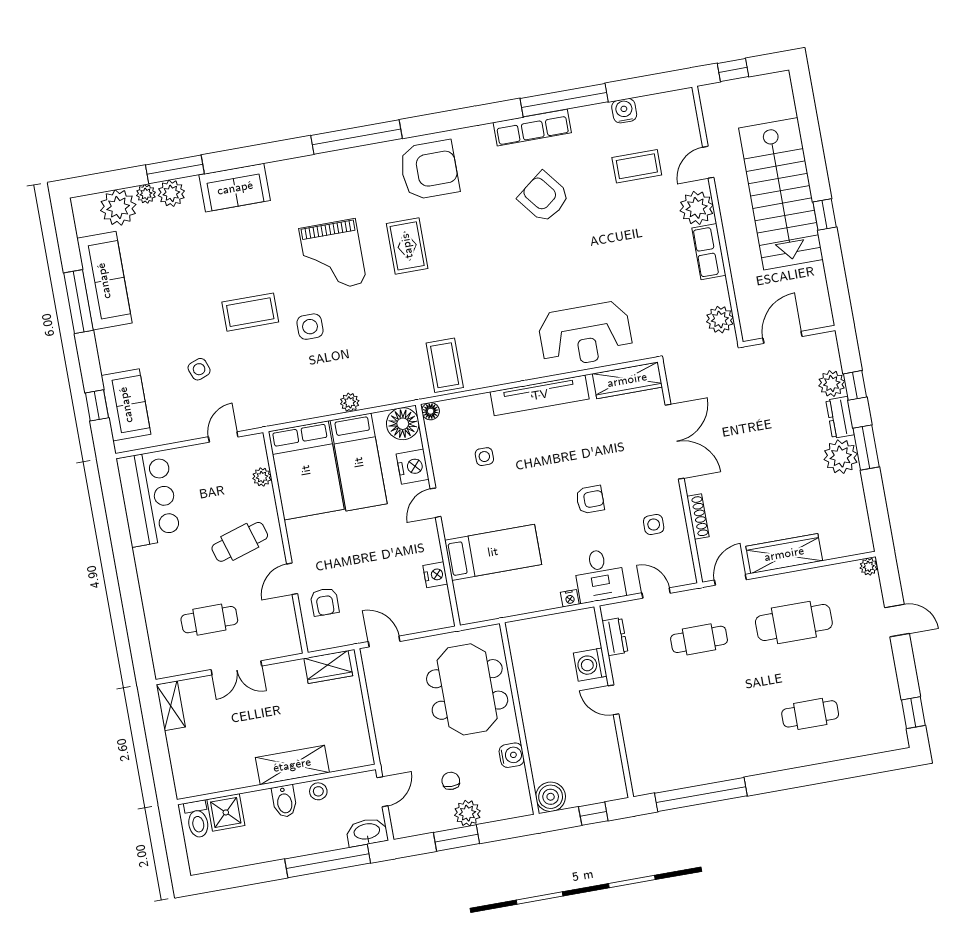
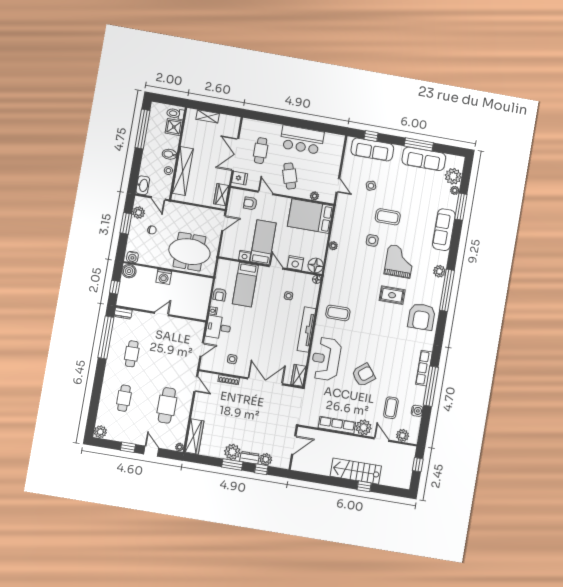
sofa: (235, 188) -> (444, 230), width x1.36
plant: (171, 193) -> (439, 271), moved
stairs: (781, 194) -> (356, 471), width x0.73, depth x0.66
armchair: (544, 197) -> (363, 375), moved
window: (825, 215) -> (364, 486), moved
row of seats: (709, 252) -> (337, 425), width x1.48
grand piano: (333, 256) -> (399, 261), turned 90
coffee table: (250, 312) -> (388, 217), turned 90
plant: (720, 320) -> (403, 435), moved
door: (783, 337) -> (294, 445), hinge flipped
coffee table: (445, 365) -> (338, 313), moved
wardrobe: (627, 380) -> (298, 375), width x0.67
sofa: (126, 405) -> (372, 149), width x1.36
double door: (675, 442) -> (265, 381), swing flipped
bed: (359, 462) -> (263, 242), moved, turned 90
bar counter: (149, 499) -> (302, 140), moved
armchair: (590, 500) -> (220, 295), moved
wardrobe: (784, 554) -> (194, 437), moved
door: (897, 620) -> (151, 451), swing flipped
dresser: (615, 637) -> (123, 313), moved
cafe table: (699, 639) -> (132, 354), moved
fridge: (281, 642) -> (240, 178), added
washing machine: (590, 665) -> (164, 277), moved, turned 180
double door: (236, 668) -> (235, 155), width x1.37
shelving: (171, 706) -> (208, 116), moved
window: (913, 713) -> (128, 447), moved
plant: (894, 737) -> (100, 432), added
water cooler: (512, 755) -> (132, 257), moved
shelving: (292, 765) -> (183, 171), width x1.47
plant: (467, 813) -> (139, 213), moved
window: (328, 861) -> (142, 129), moved

